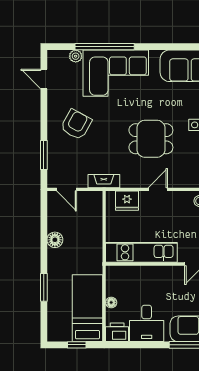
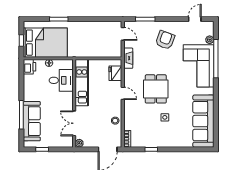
armchair: (76, 124) -> (165, 40), turned -99
door: (67, 189) -> (123, 34), swing flipped
floor lamp: (55, 240) -> (90, 26), removed
bed: (87, 308) -> (45, 43), width x1.50
desk: (147, 323) -> (61, 80), moved, turned 180

